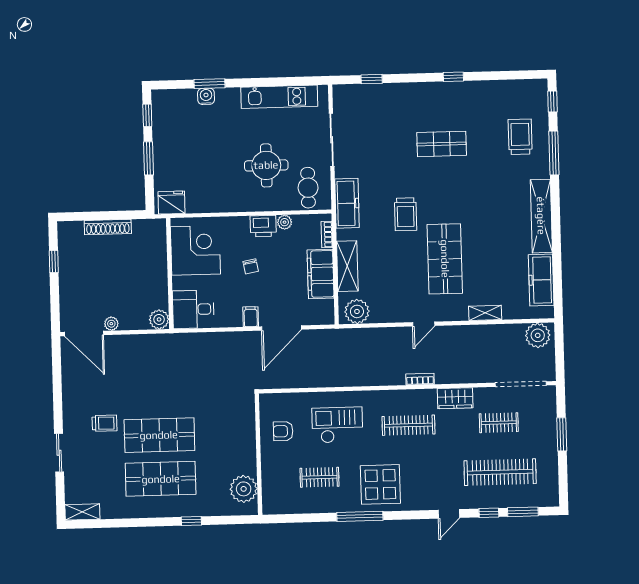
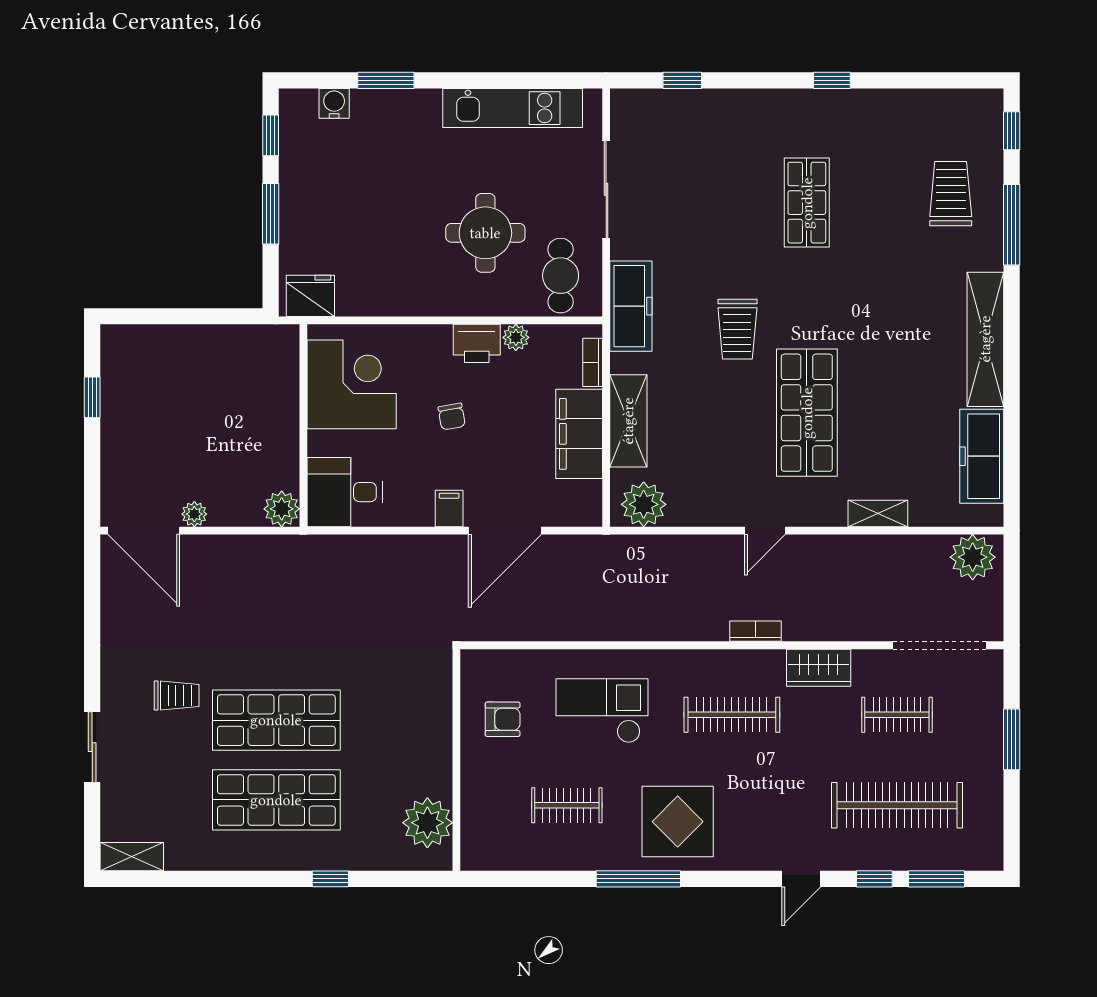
water cooler: (206, 96) -> (334, 103), moved
shop shelf: (442, 144) -> (807, 203), turned 90
shoe rack: (108, 227) -> (193, 337), removed
armchair: (283, 431) -> (503, 719), turned 180

